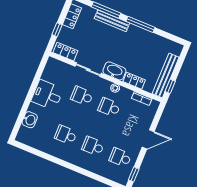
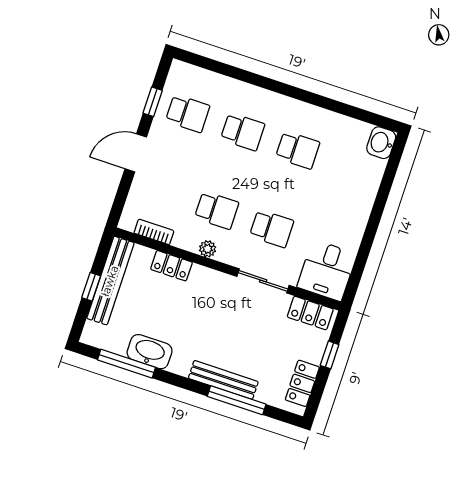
window: (140, 24) -> (126, 364), moved
washbasin: (114, 71) -> (150, 352), moved, turned 180
window: (170, 86) -> (91, 287), moved
desk: (47, 95) -> (327, 270), moved, turned 90
washbasin: (30, 120) -> (381, 143), moved
window: (134, 174) -> (153, 102), moved

